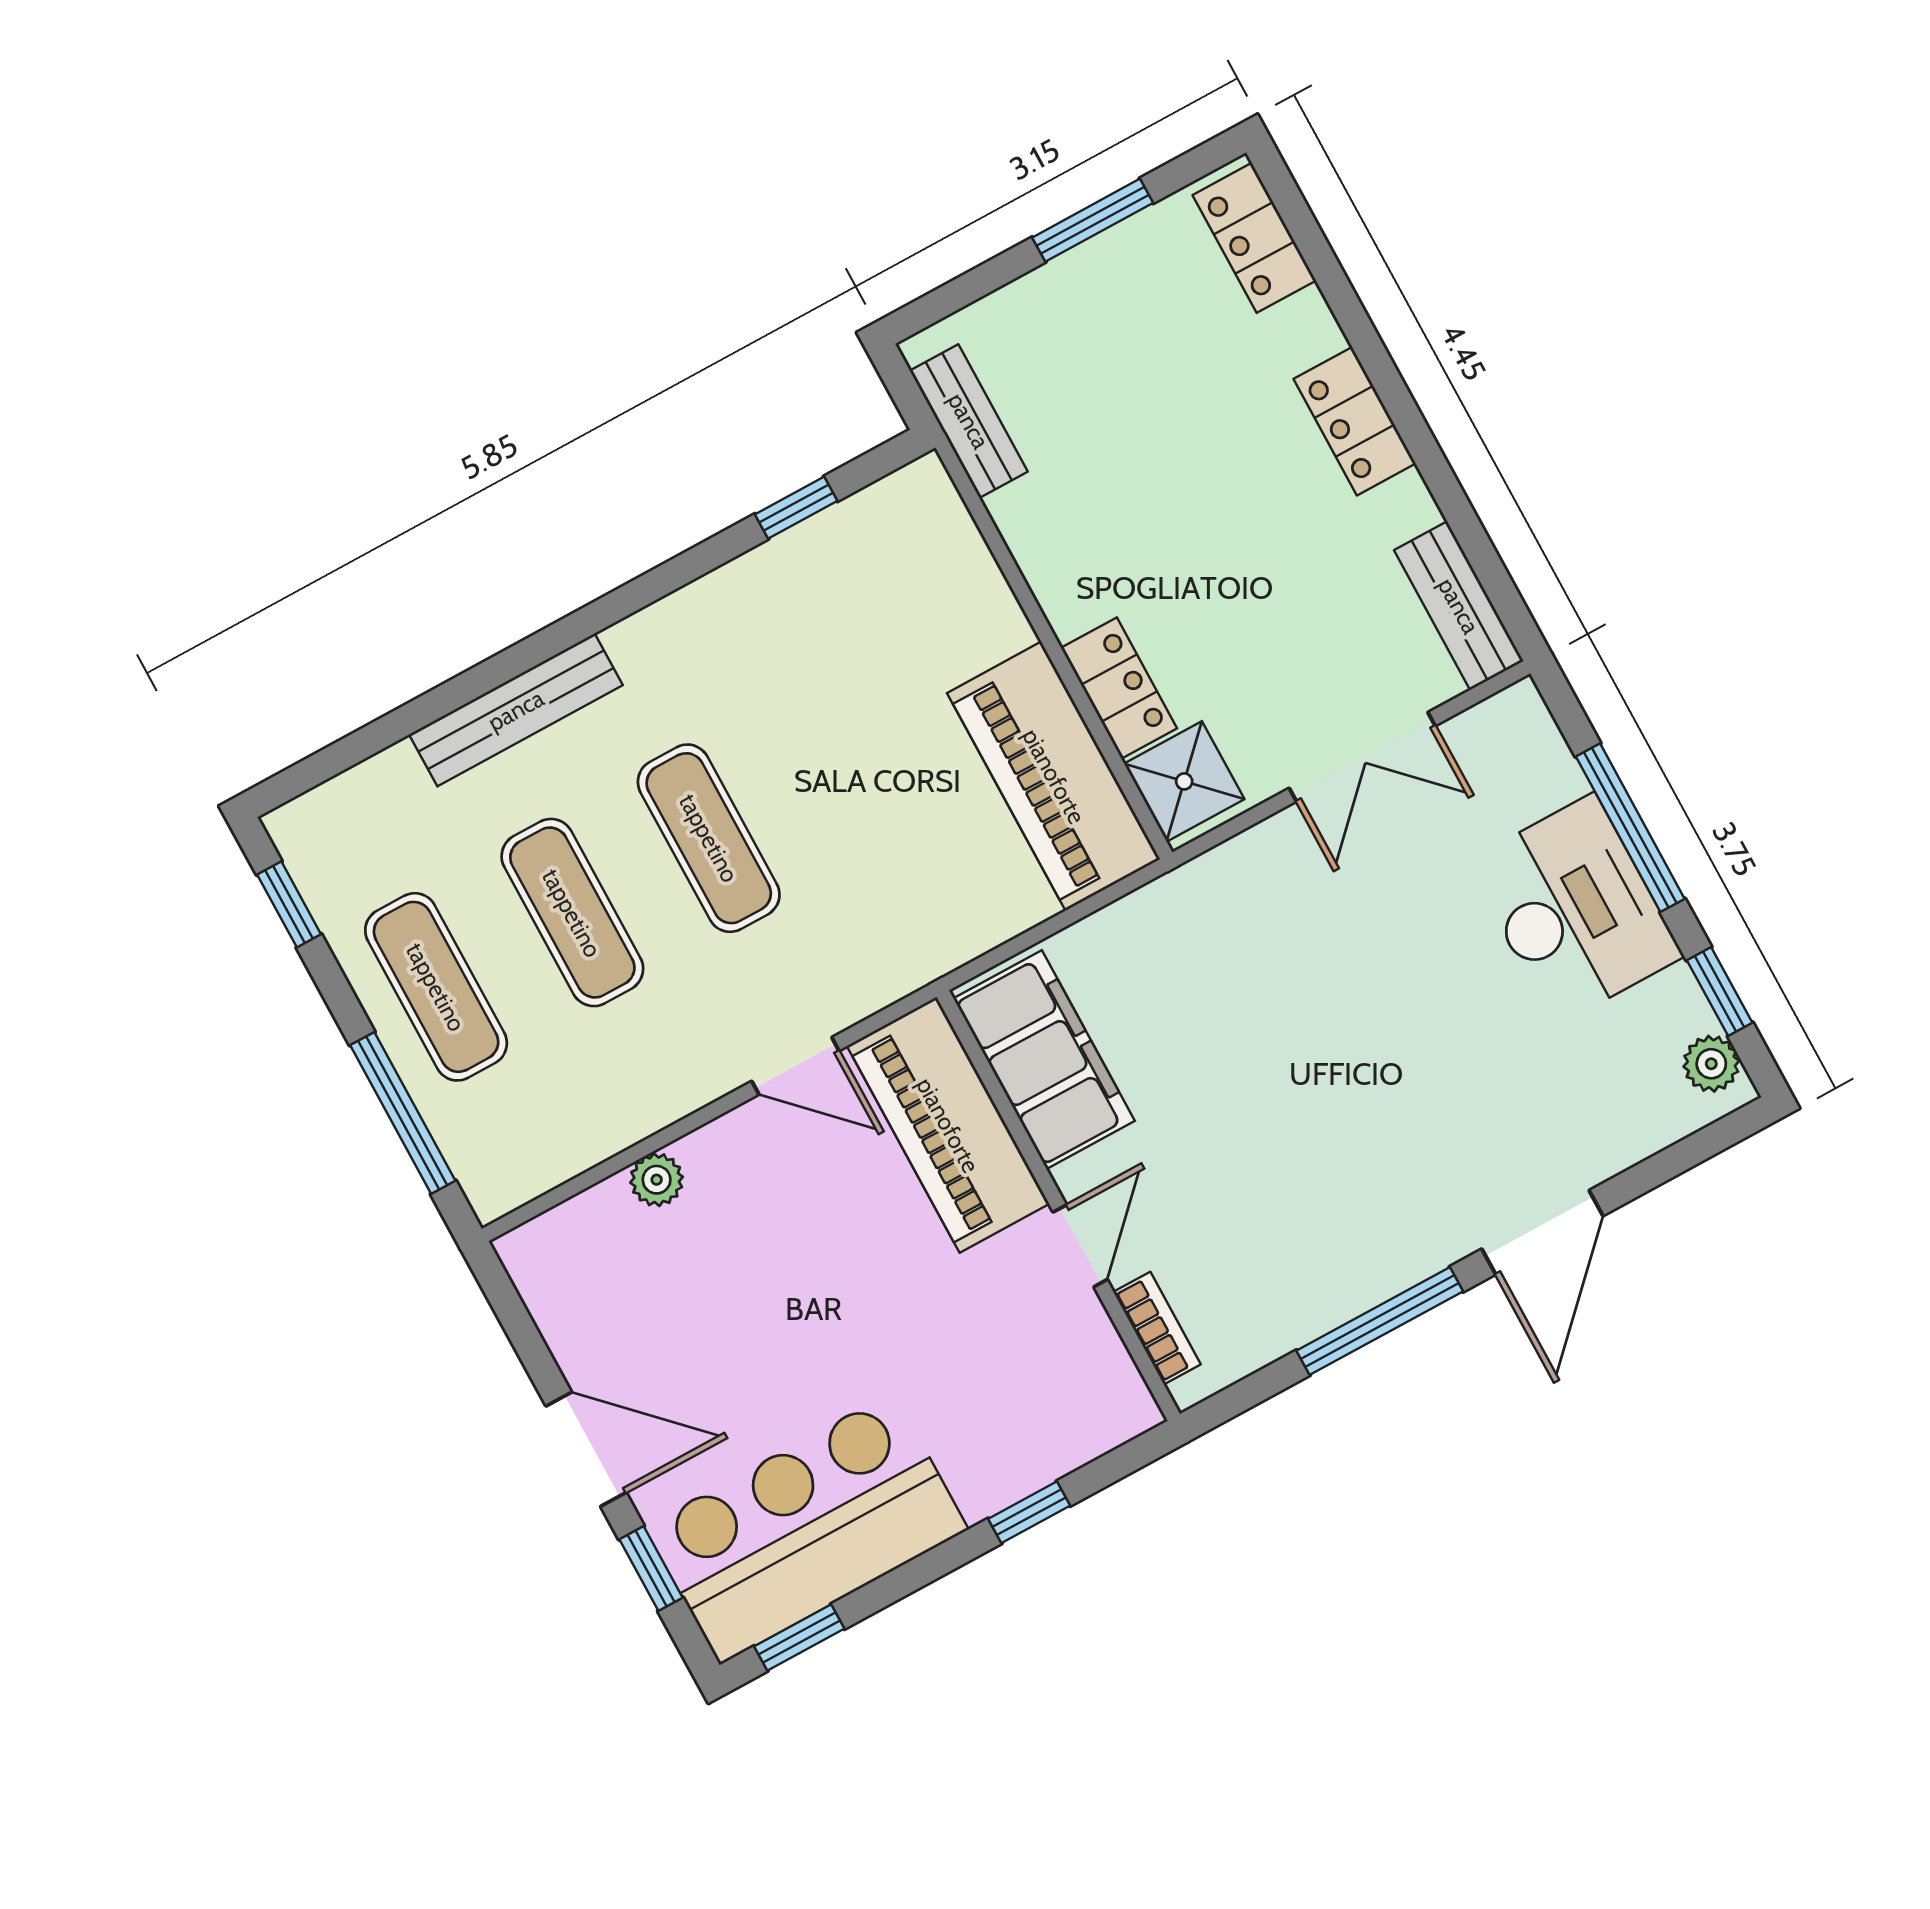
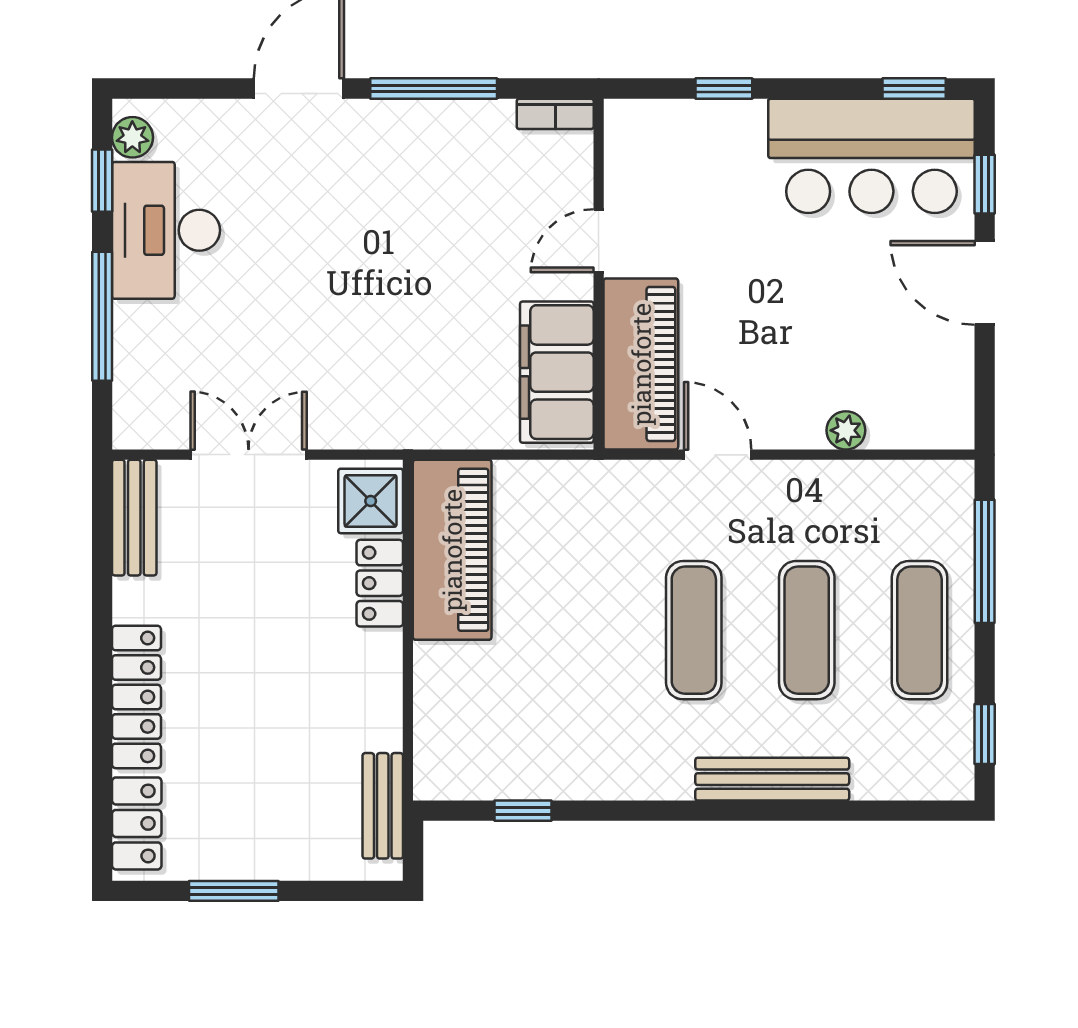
locker: (1355, 421) -> (136, 697), width x1.53
desk: (1575, 909) -> (166, 230), moved
bookcase: (1157, 1328) -> (555, 114), moved, turned -90

